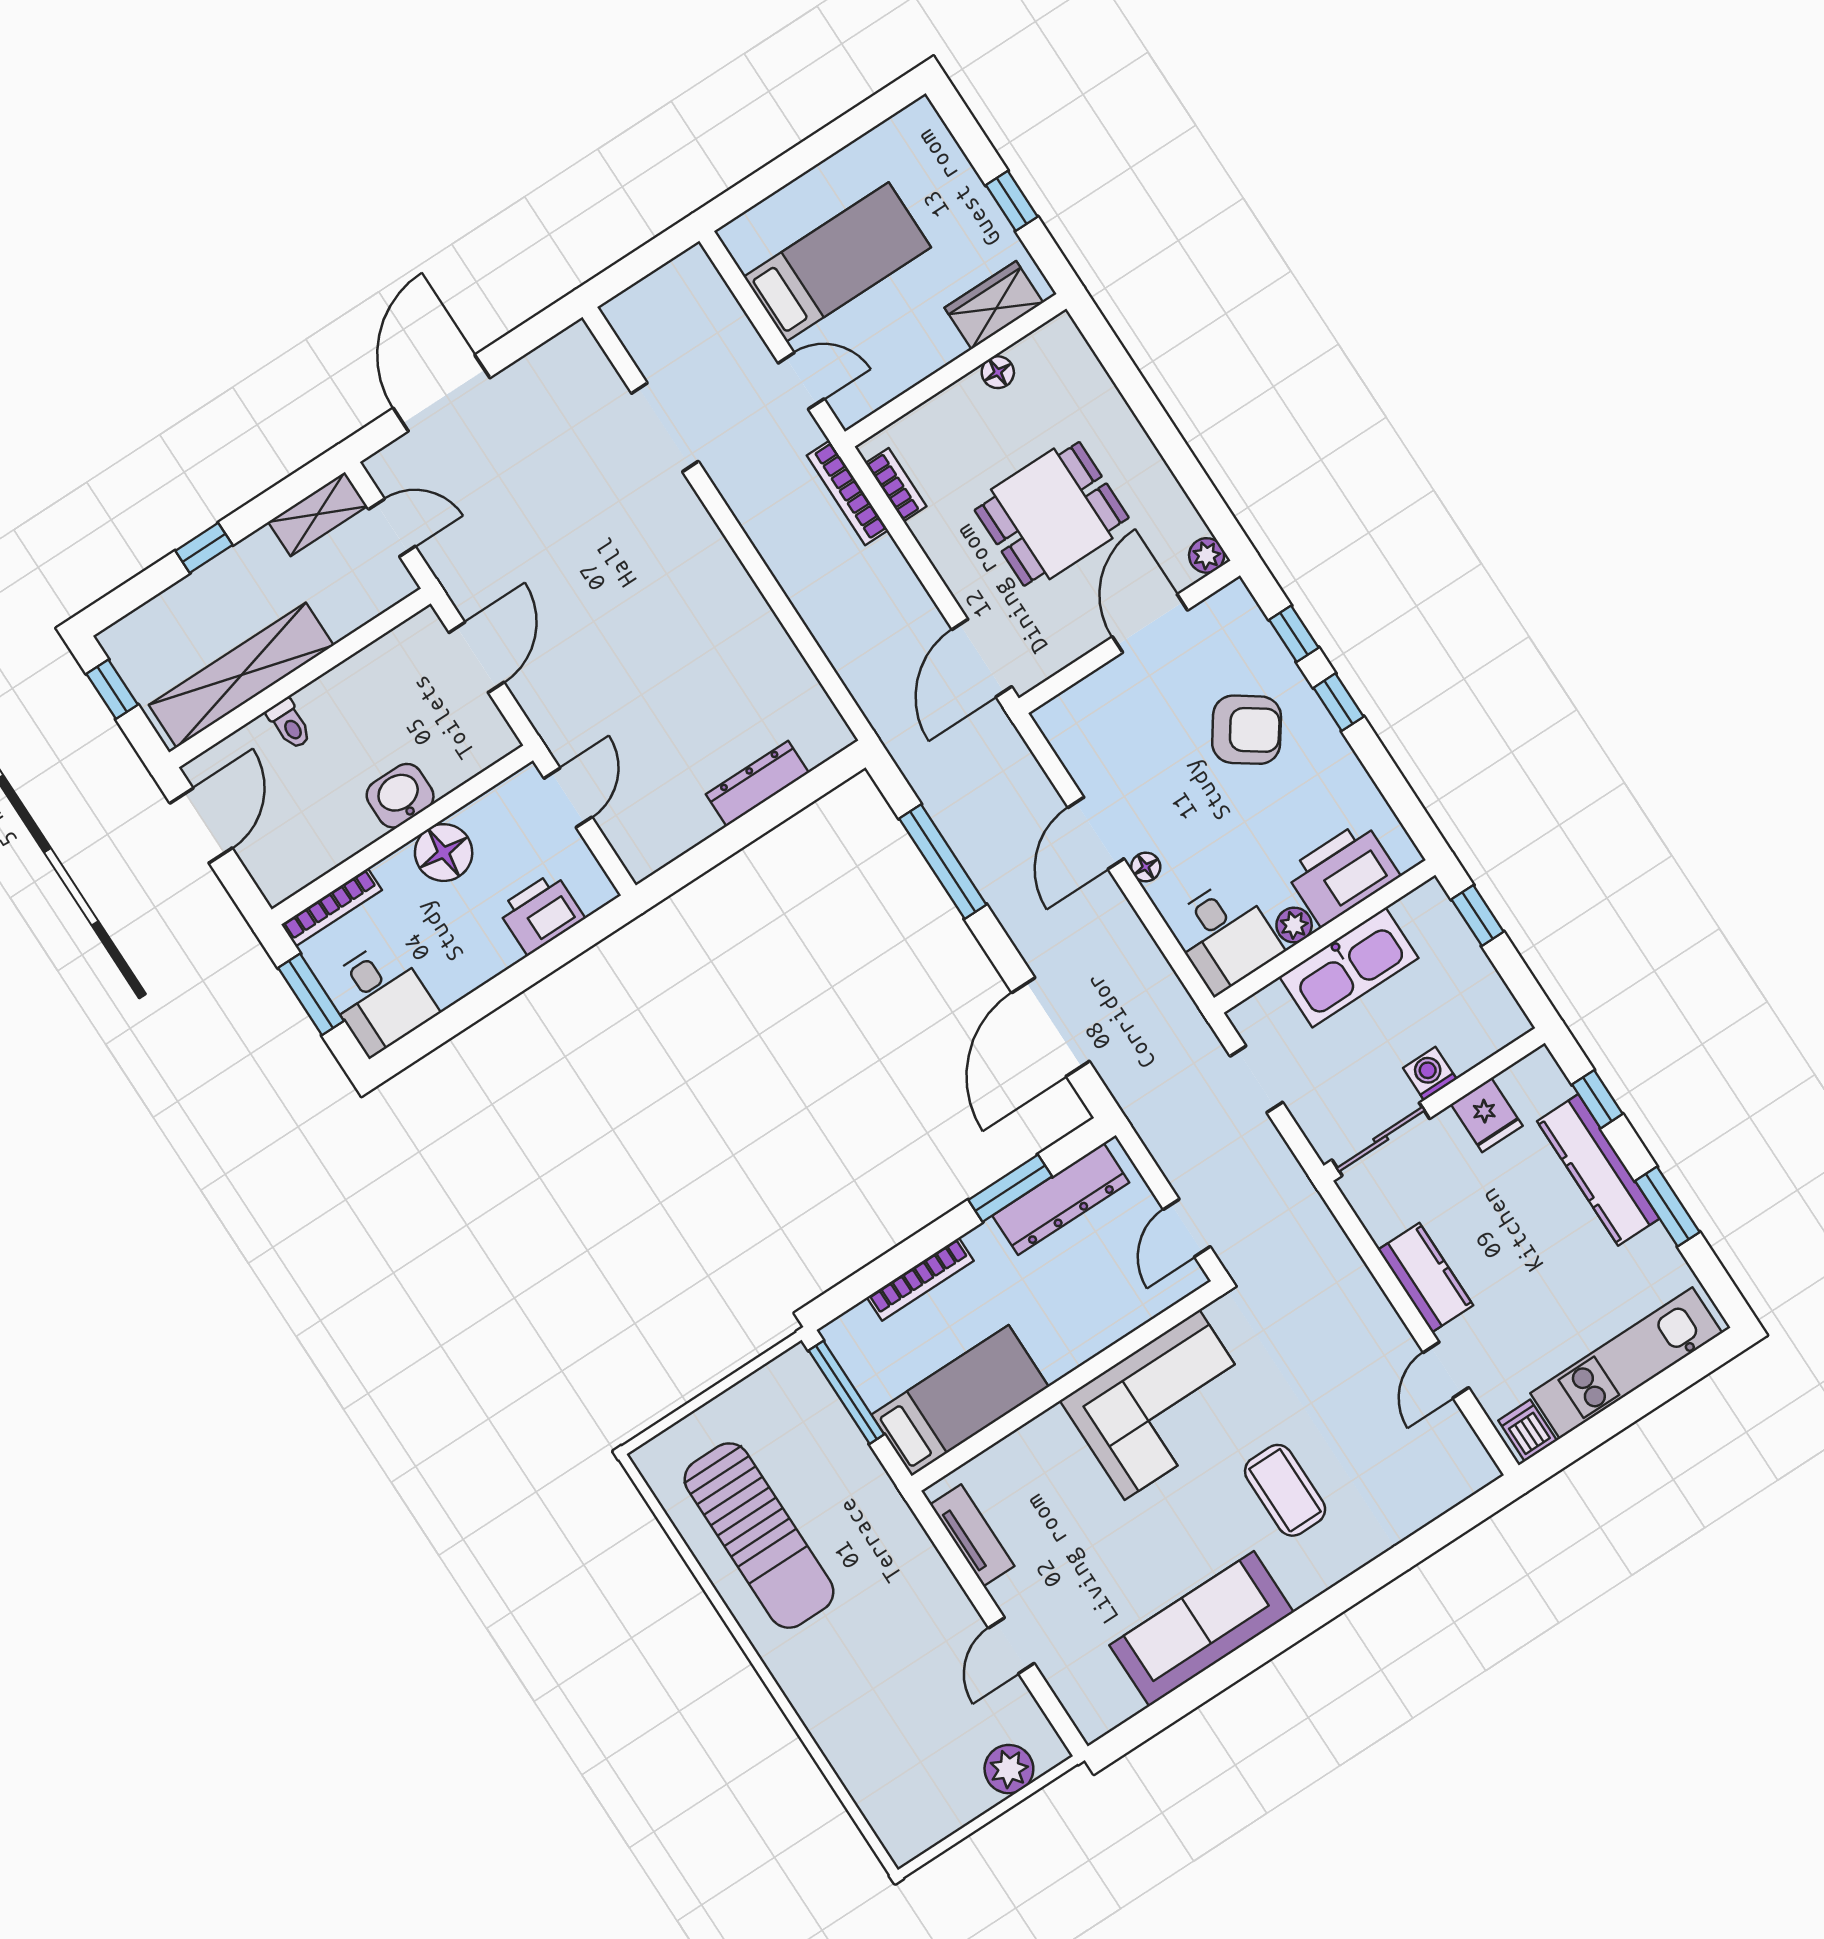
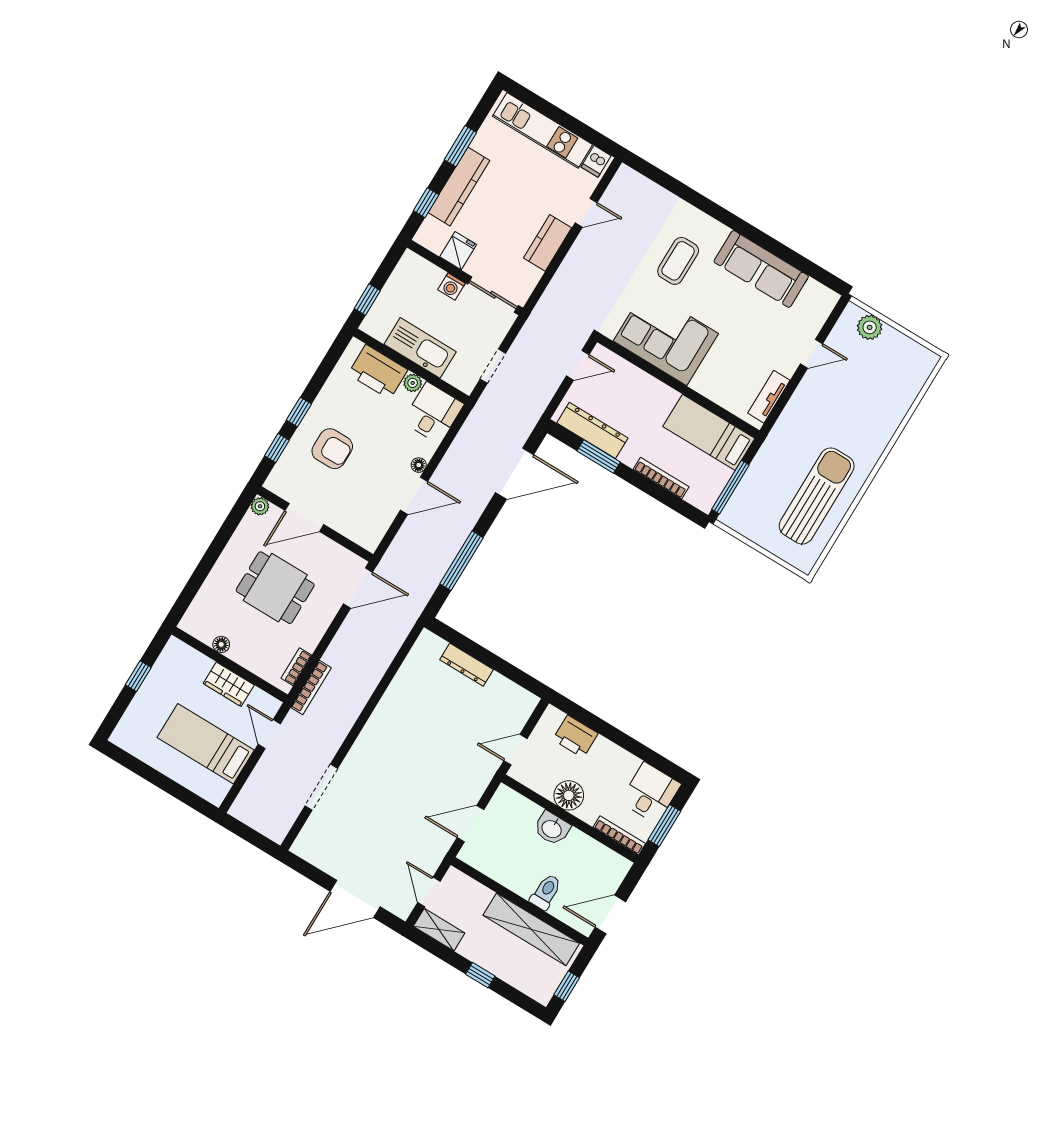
wardrobe: (994, 305) -> (229, 684), moved
toilet: (289, 724) -> (546, 892), width x1.37, depth x1.39
armchair: (1247, 730) -> (332, 449), turned 145

